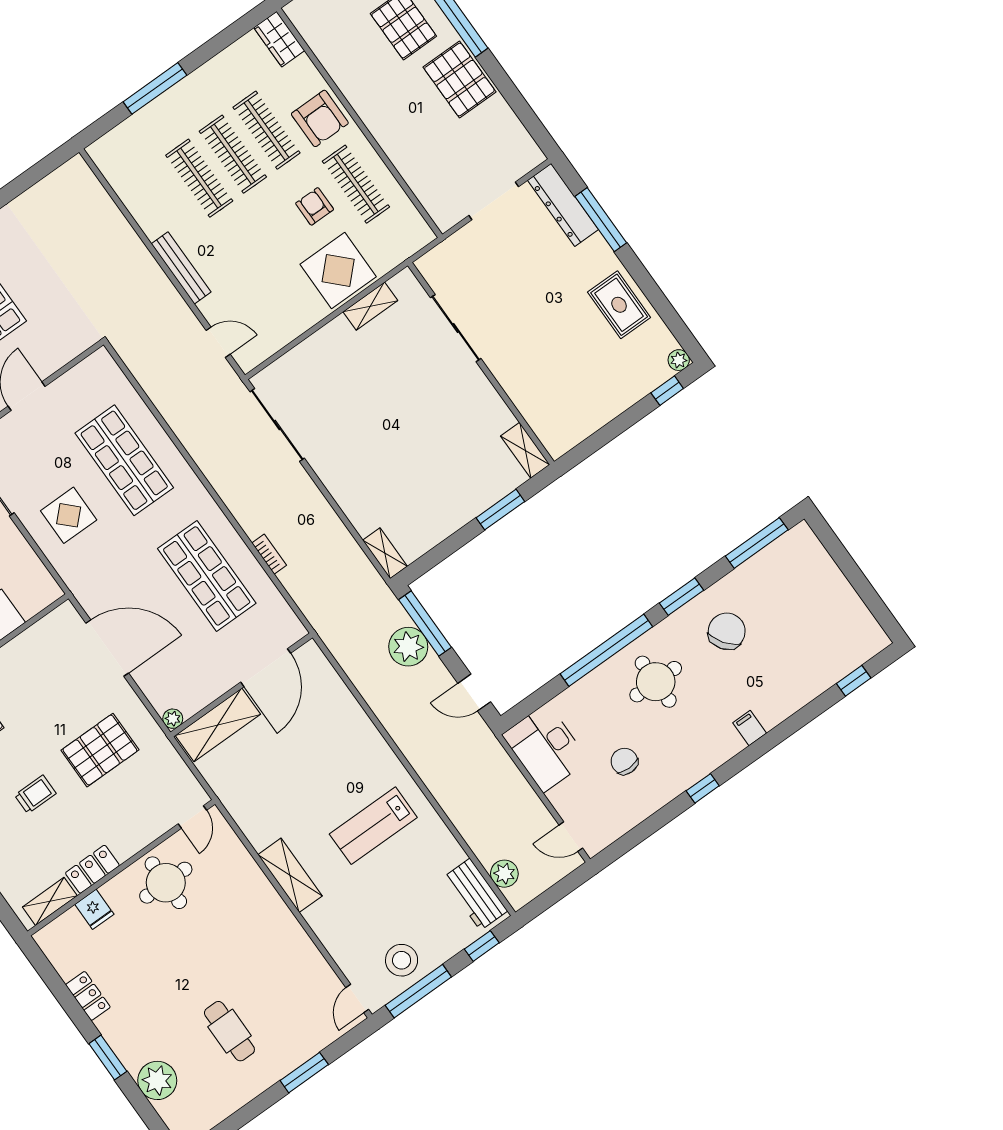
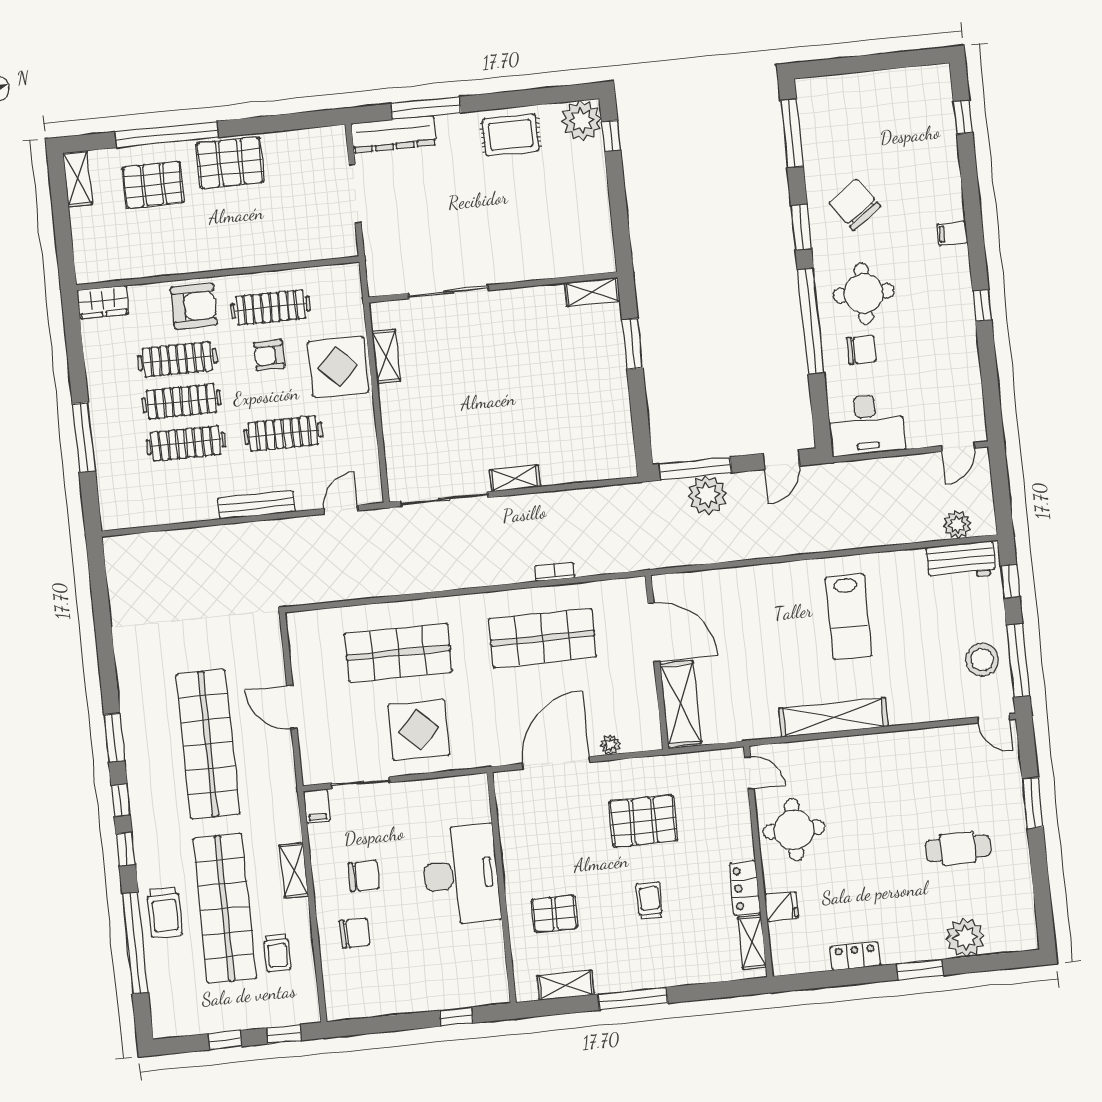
clothes rail: (255, 256) -> (283, 434), added
plant: (679, 360) -> (582, 120), width x1.88, depth x1.88
display table: (69, 515) -> (419, 730), width x1.36, depth x1.36
shelving: (385, 553) -> (515, 478), moved
plant: (173, 719) -> (610, 745), moved
pallet: (100, 750) -> (643, 821), turned 90
chair: (624, 761) -> (861, 350), moved, turned 180
shelving: (290, 875) -> (833, 717), width x1.47

